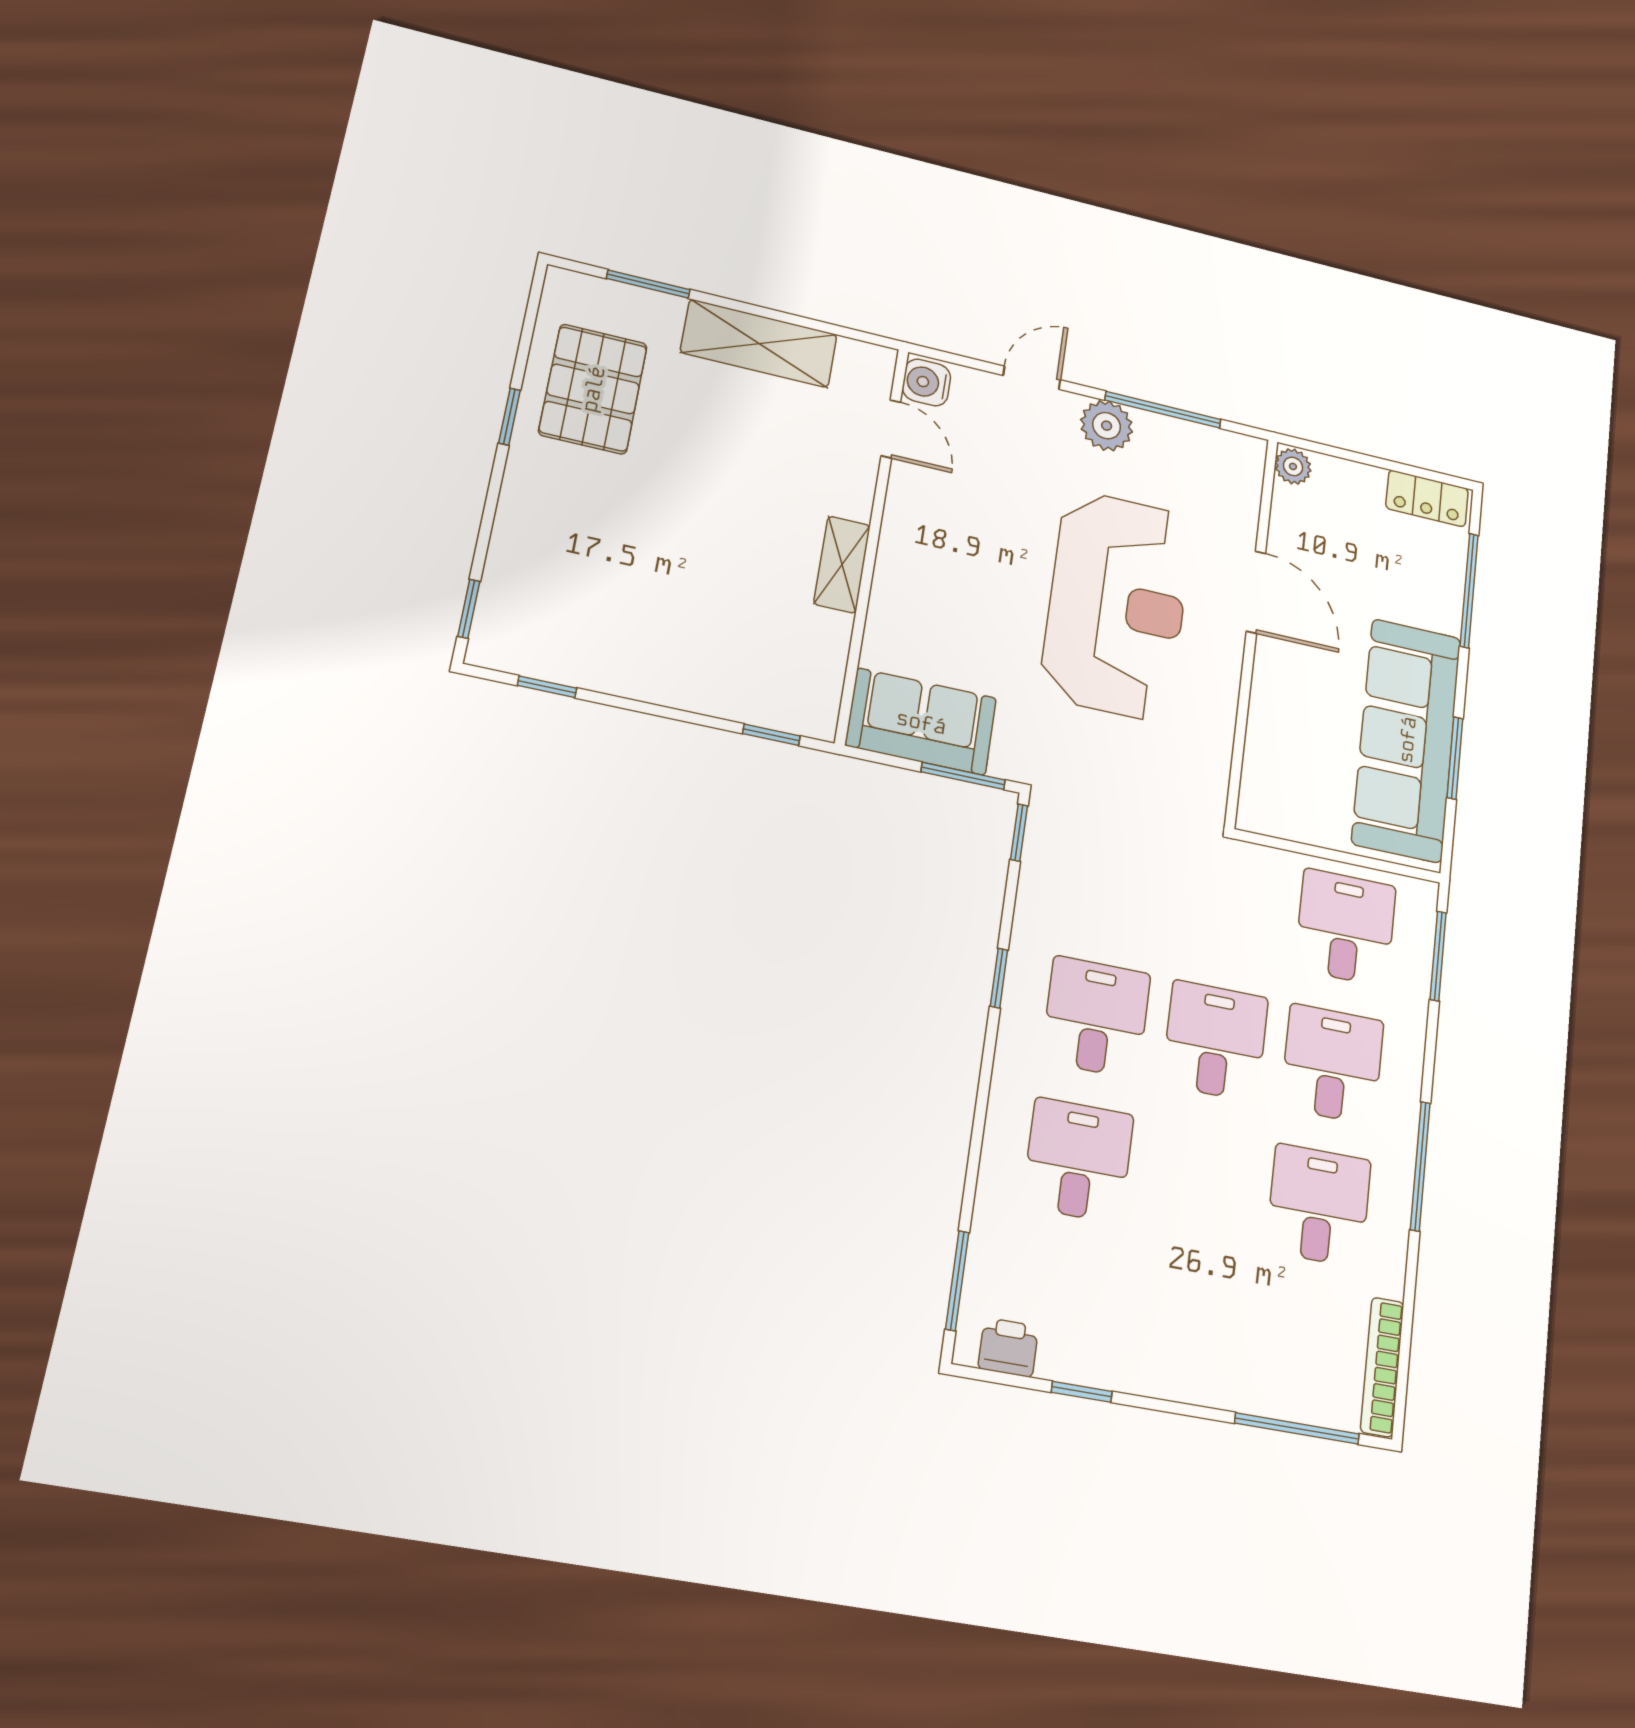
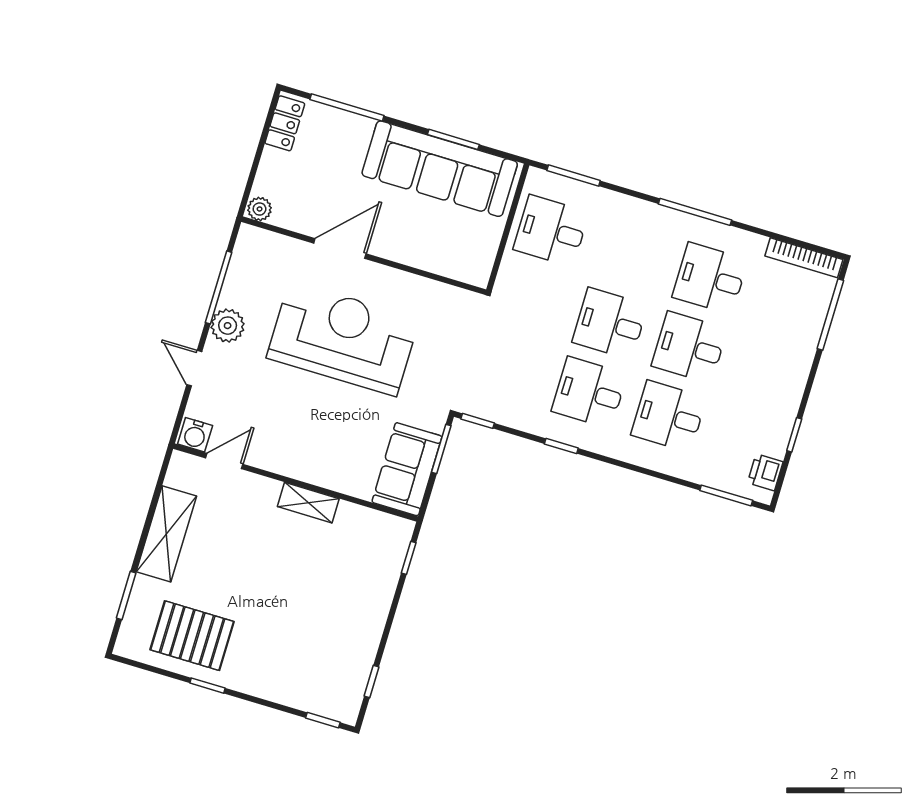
desk: (1332, 1064) -> (689, 347), moved

